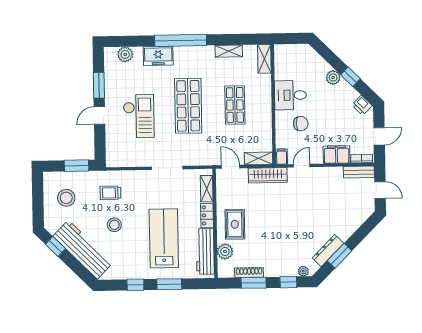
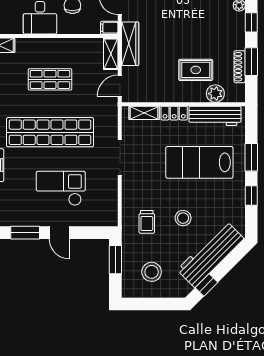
shop shelf: (188, 106) -> (50, 132), width x1.40
rug: (235, 224) -> (196, 70), moved

